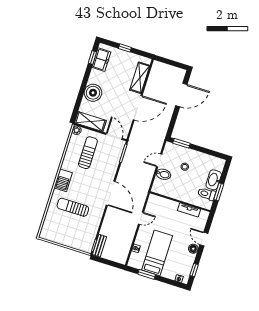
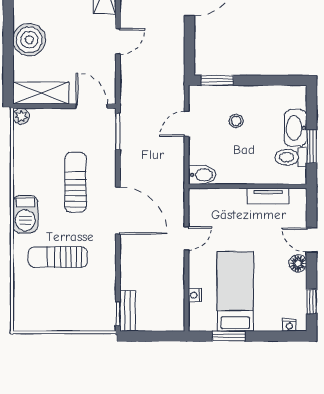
door: (138, 108) -> (118, 41), width x0.53
sun lounger: (88, 153) -> (76, 182), moved
bidet: (163, 174) -> (202, 175), moved

